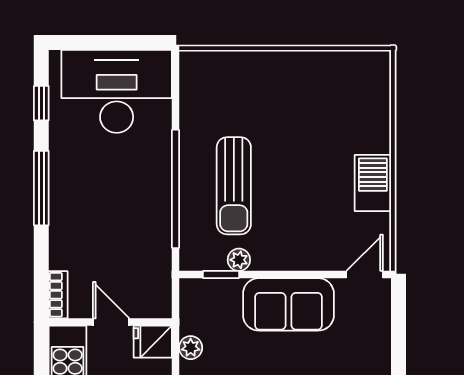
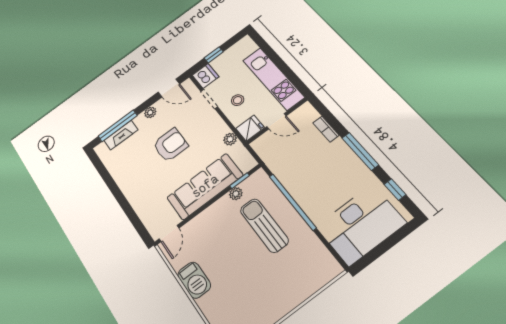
bookcase: (58, 295) -> (326, 129), moved
sofa: (288, 304) -> (205, 186), width x1.36

